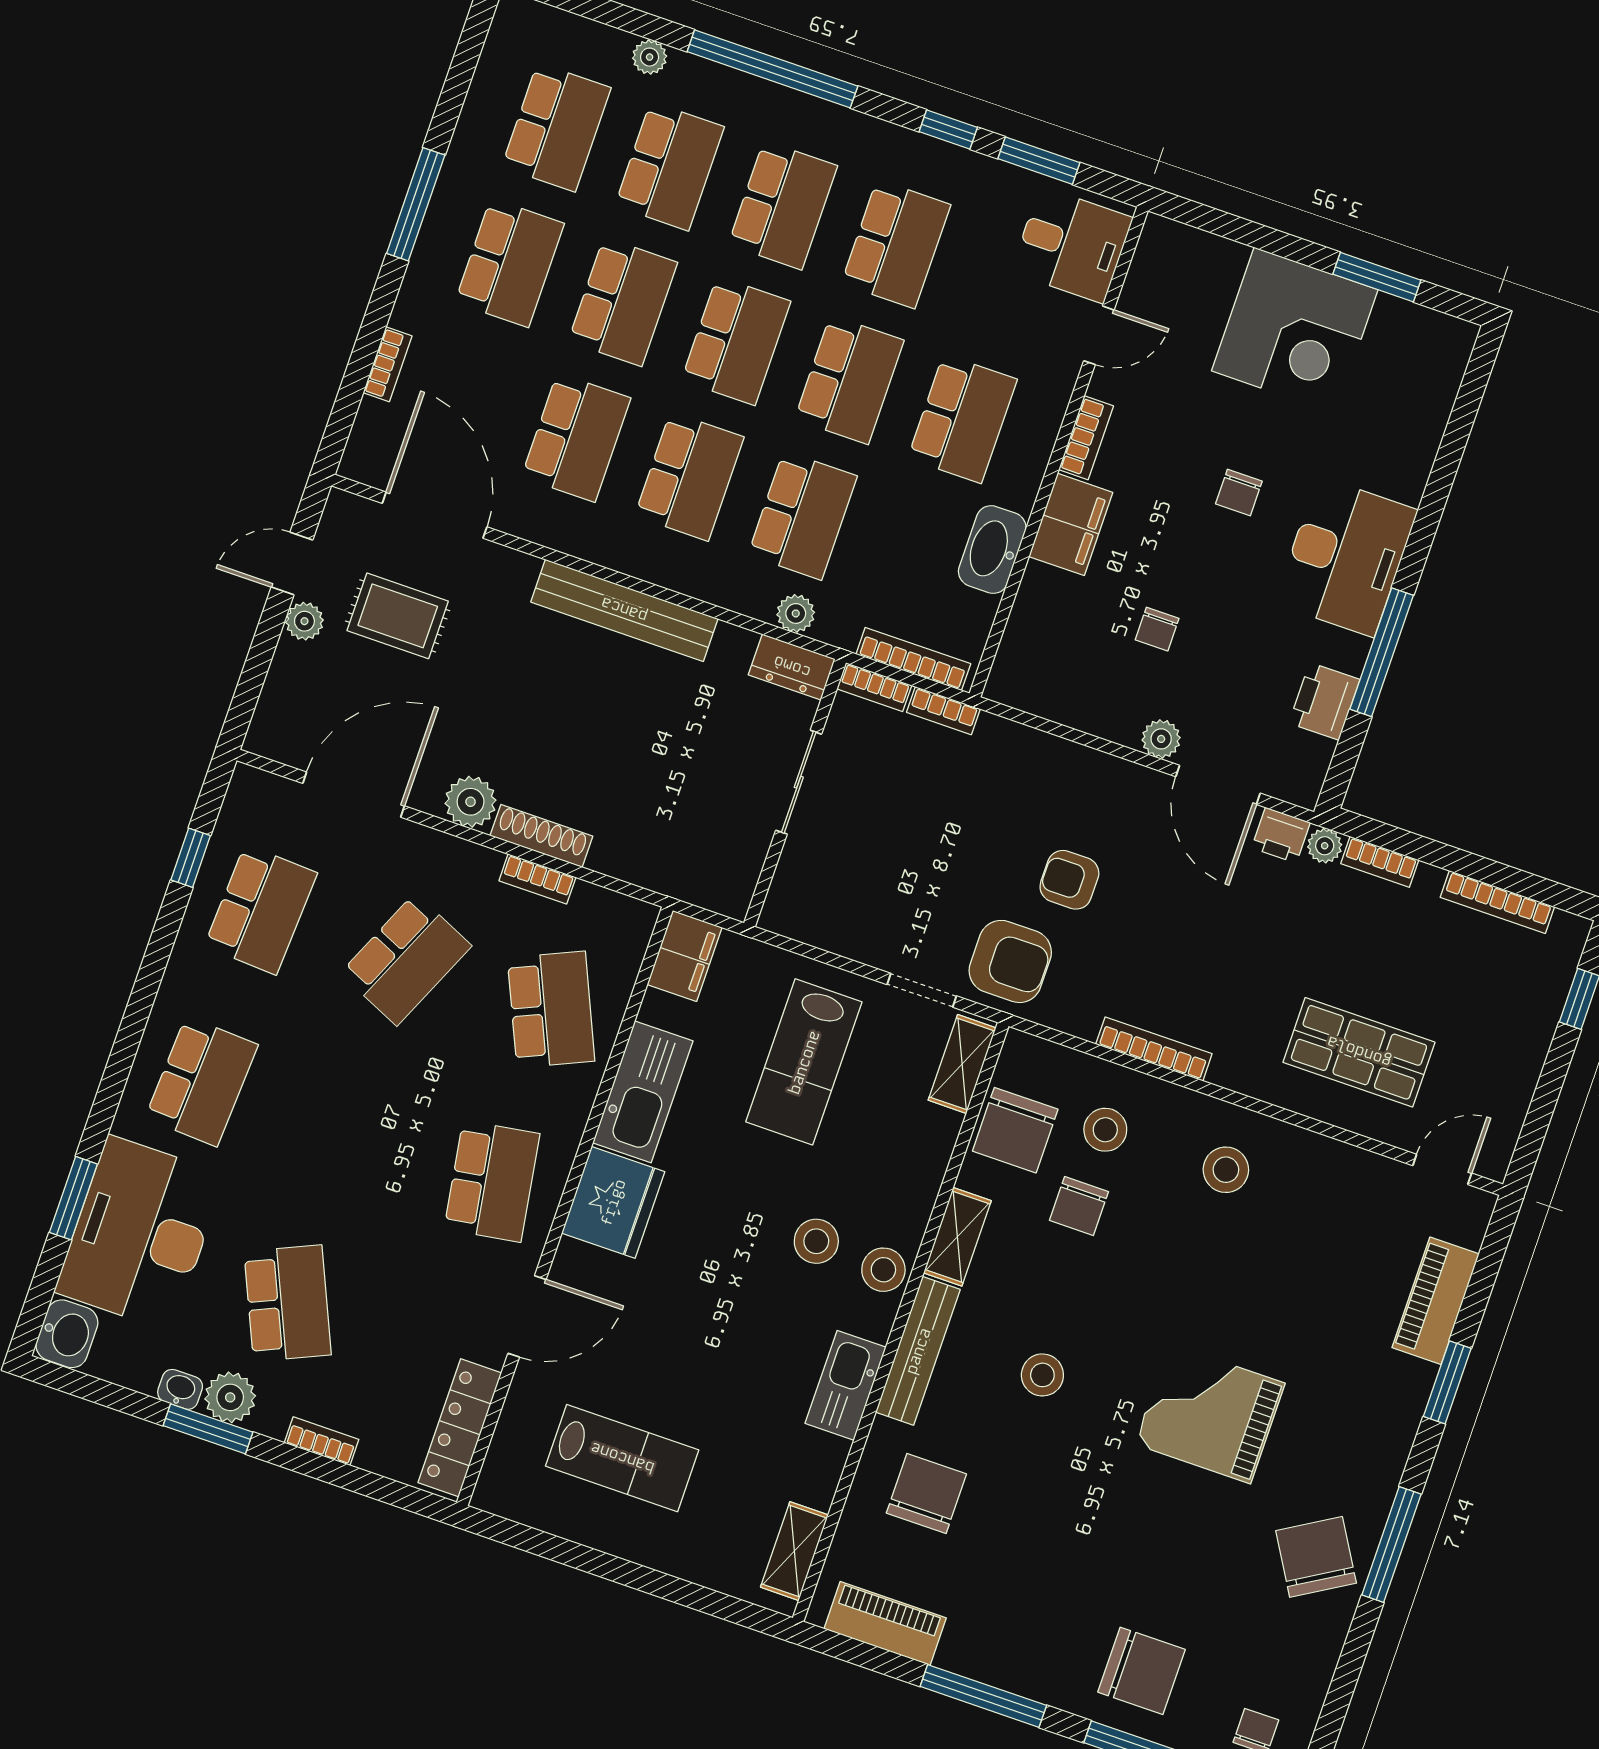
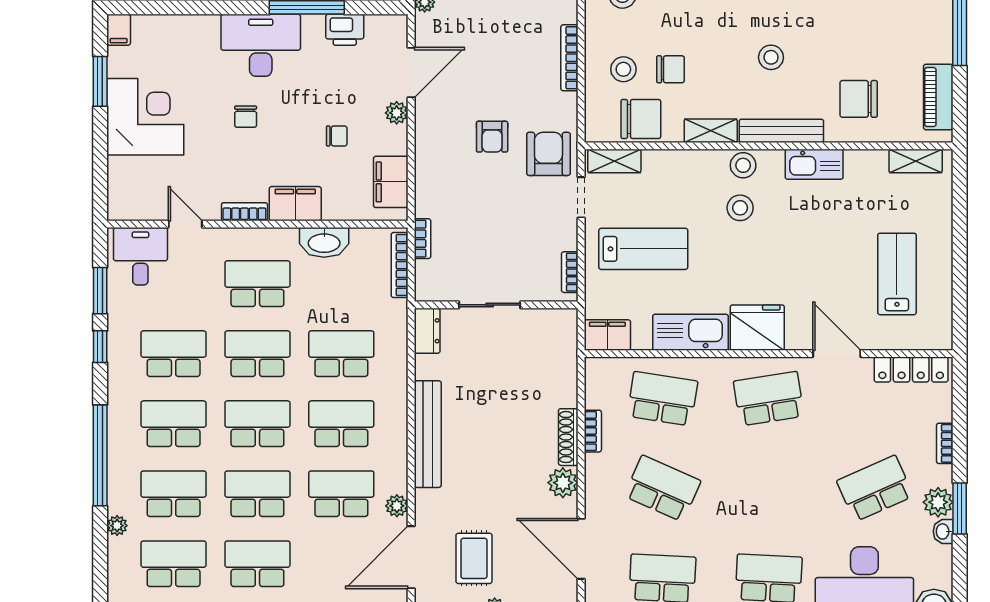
filing cabinet: (1450, 336) -> (119, 30), added
chair: (1239, 493) -> (246, 117), turned 90
plant: (796, 613) -> (397, 506), moved
bookcase: (874, 687) -> (570, 272), moved, turned 180
filing cabinet: (1053, 691) -> (391, 182), added
printer: (1281, 835) -> (427, 28), removed
school desk: (551, 1009) -> (662, 399), turned 33

